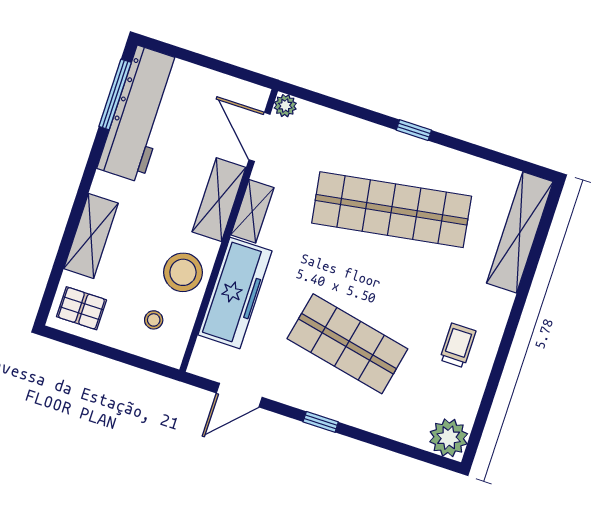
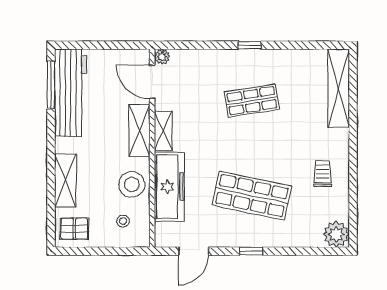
shop shelf: (392, 210) -> (252, 101), width x0.50, depth x0.74

